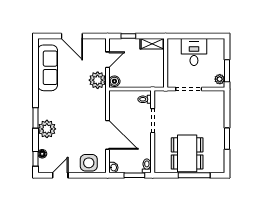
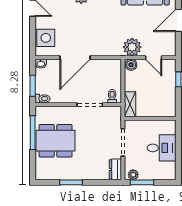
shelving: (152, 44) -> (130, 104), moved
dresser: (215, 96) -> (115, 169), added
window: (194, 175) -> (33, 133), moved

